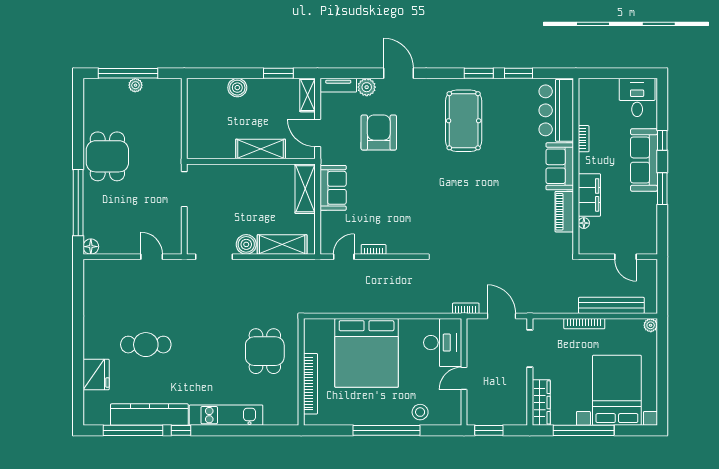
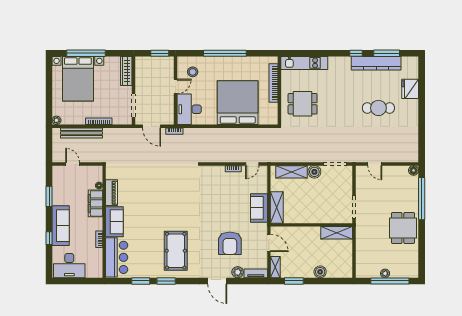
desk: (637, 97) -> (69, 266), width x1.37
shelving: (261, 149) -> (337, 233), moved
window: (662, 189) -> (49, 196), moved
dining table: (265, 351) -> (303, 104), turned 90
stool: (420, 412) -> (193, 72), moved
kitchen unit: (226, 415) -> (304, 63), moved
window: (133, 430) -> (387, 53), width x0.68
window: (584, 430) -> (86, 53), moved

